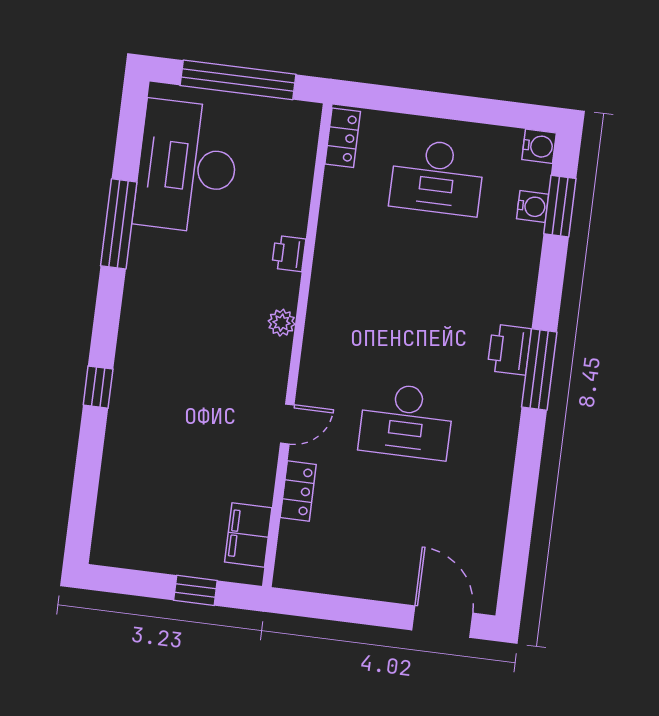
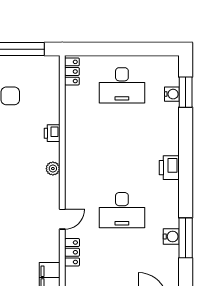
water cooler: (539, 146) -> (171, 237), moved
window: (539, 369) -> (186, 238), moved

